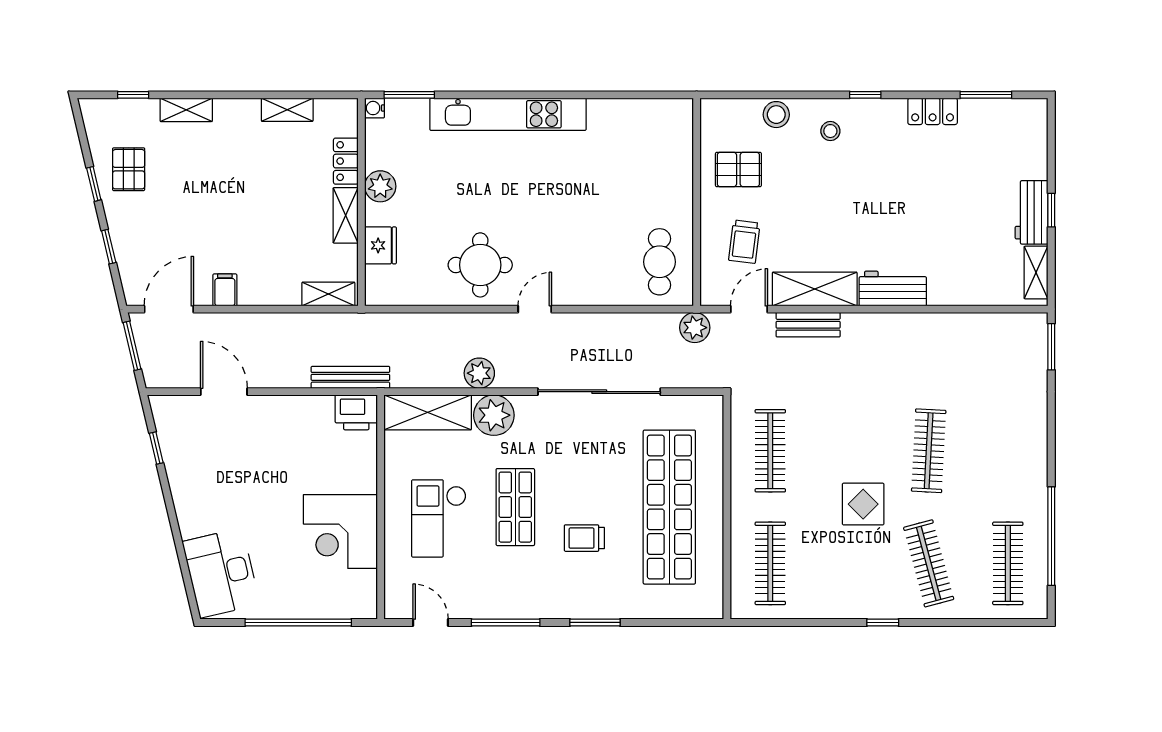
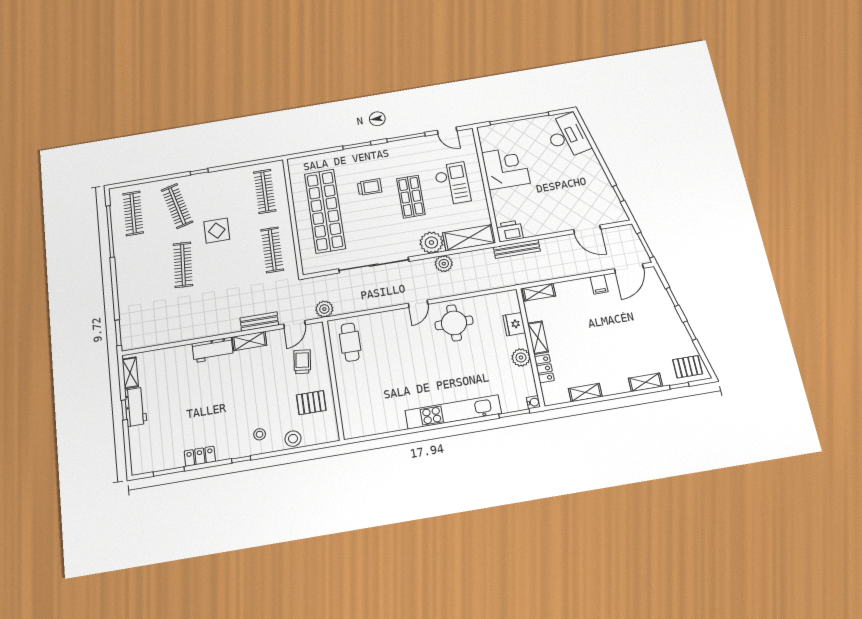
pallet: (129, 169) -> (688, 367), moved, turned 90
shelving: (815, 289) -> (249, 341), width x0.67, depth x0.75

